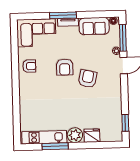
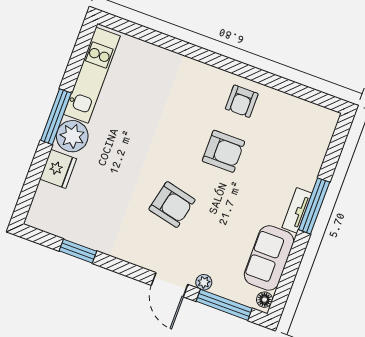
corner sofa: (36, 33) -> (301, 141), removed
armchair: (65, 67) -> (223, 151), moved, turned 180
window: (125, 123) -> (78, 251), moved
window: (55, 146) -> (56, 117), moved

